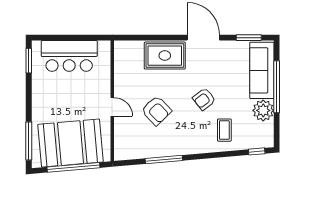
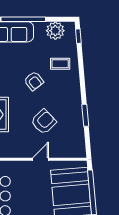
plant: (263, 110) -> (55, 31), moved
window: (164, 159) -> (85, 115), width x0.69

